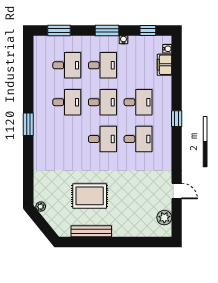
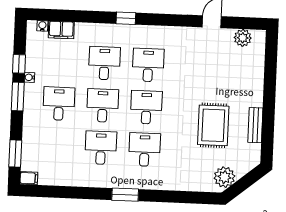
window: (148, 30) -> (19, 64), moved
filing cabinet: (39, 43) -> (29, 178), added
desk: (67, 65) -> (145, 150), moved
plant: (41, 207) -> (224, 177), width x1.88, depth x1.88
bench: (91, 231) -> (255, 125), width x0.73

